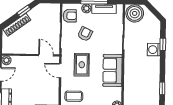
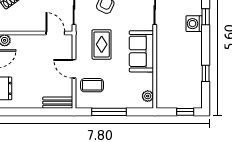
door: (60, 71) -> (74, 69), moved

